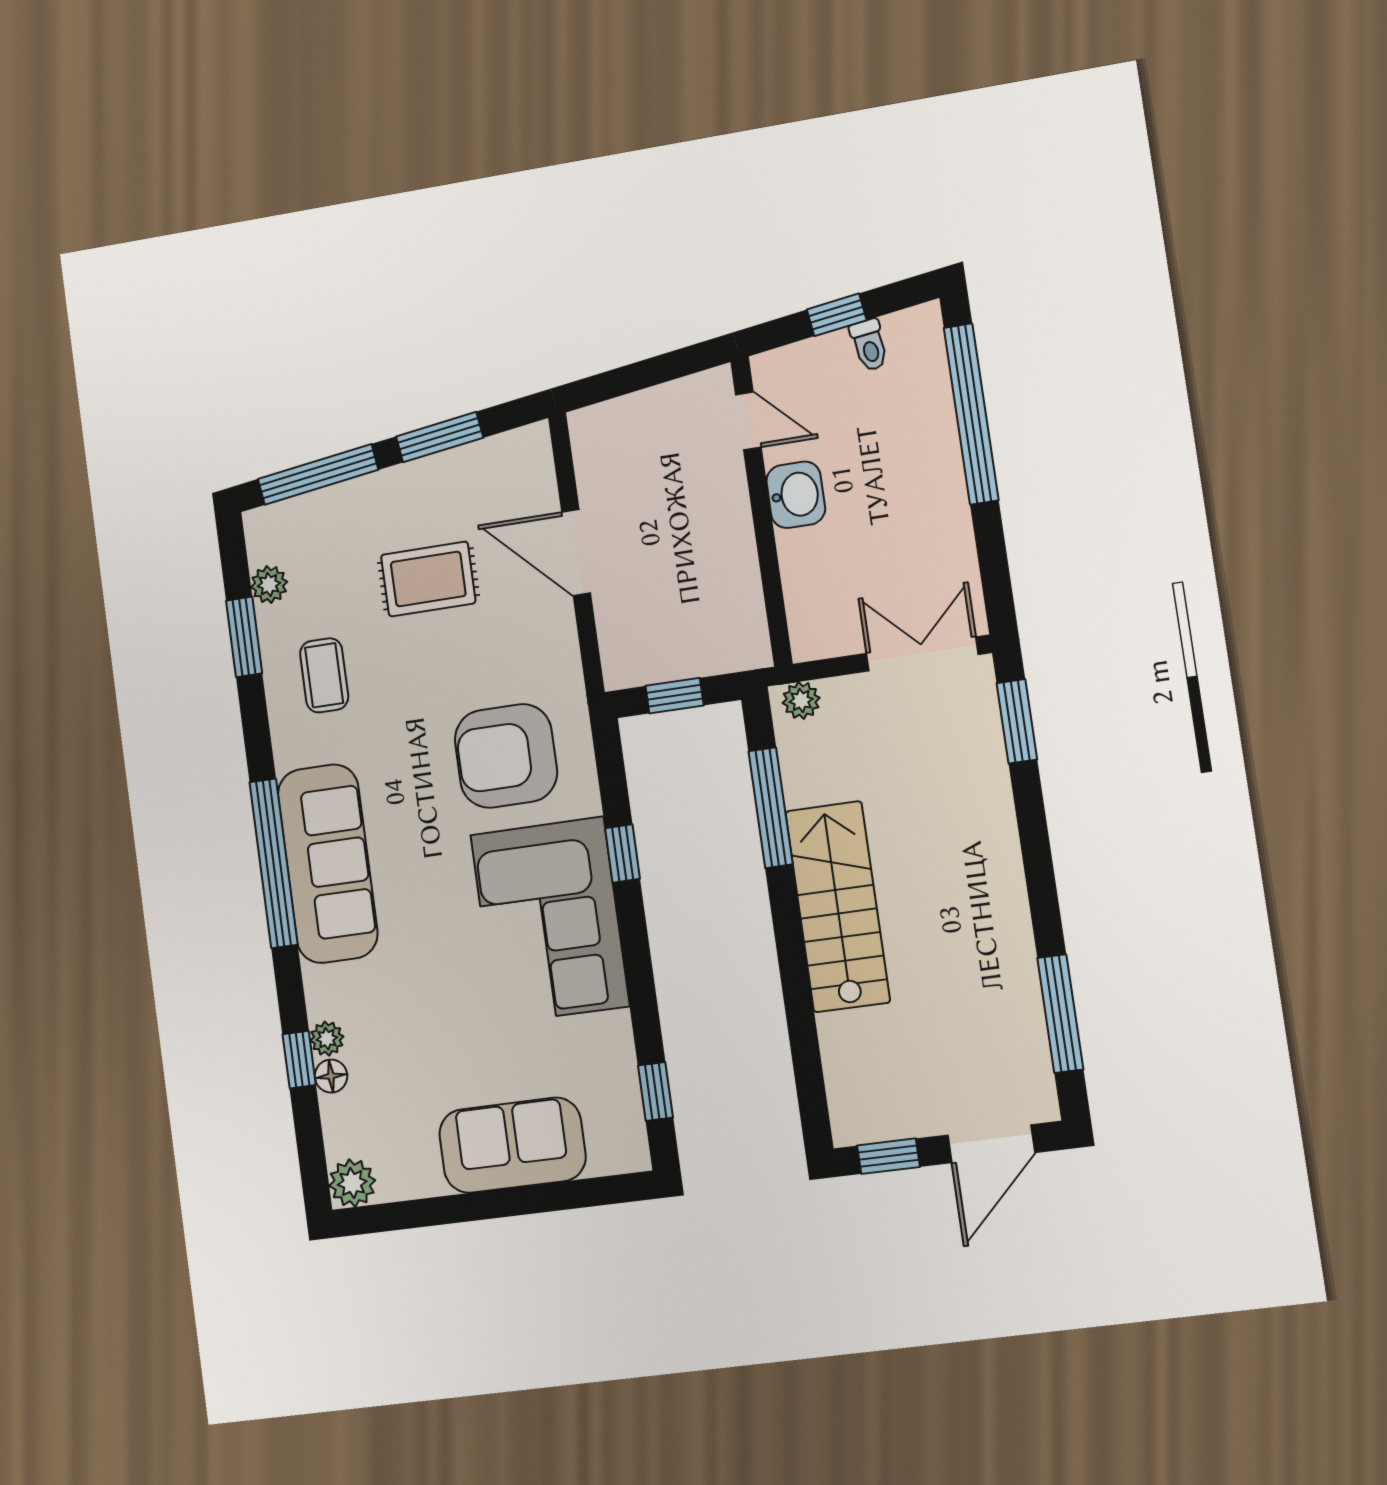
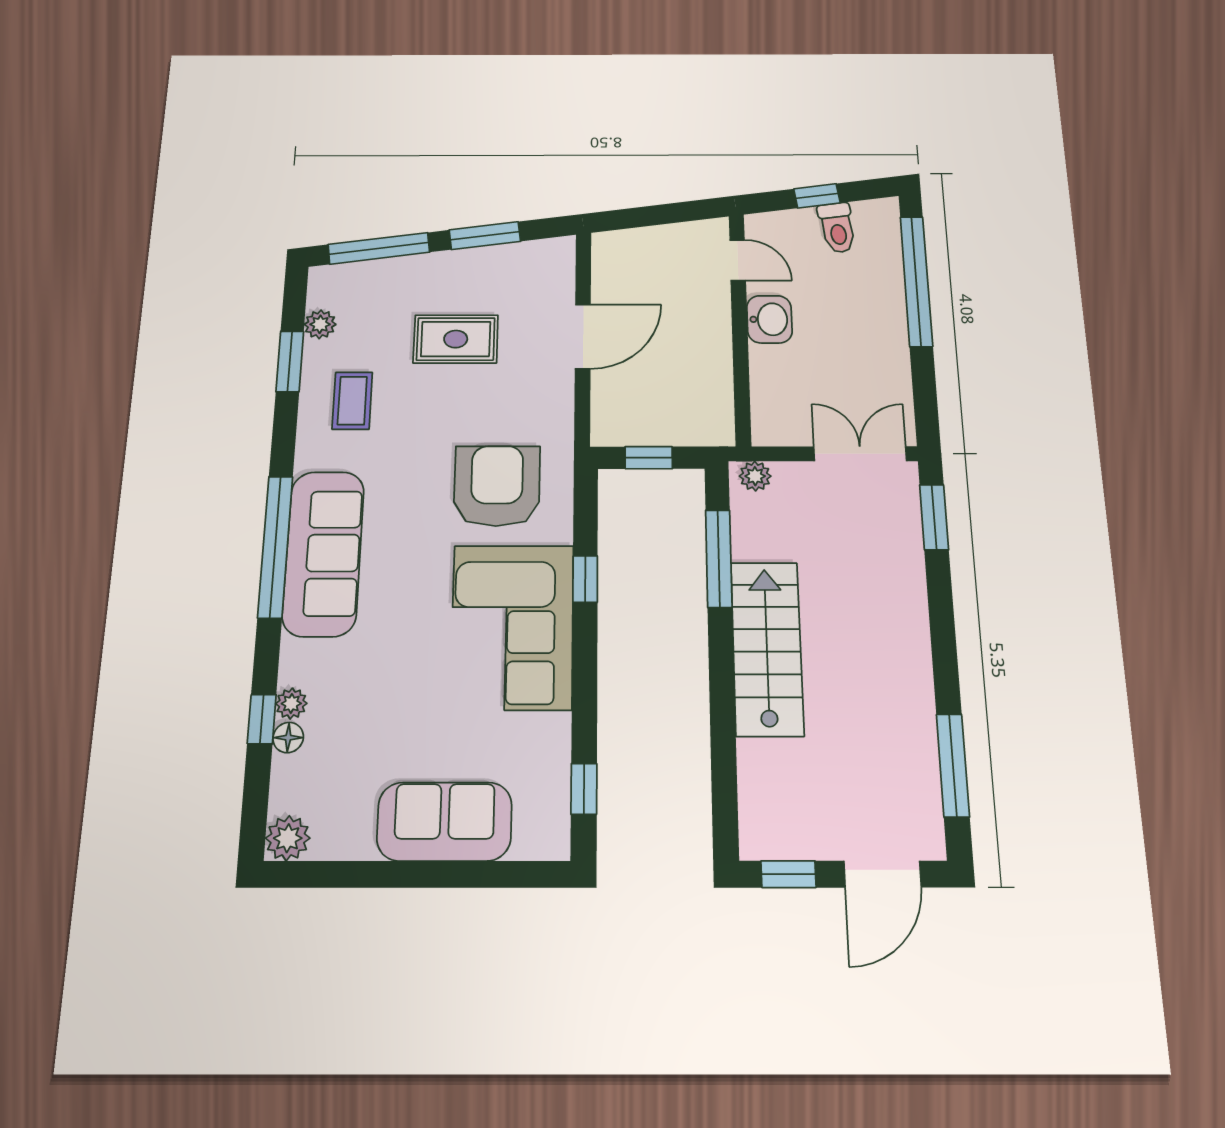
toilet: (869, 345) -> (837, 228), width x1.37, depth x1.39
door: (576, 553) -> (583, 337), swing flipped
armchair: (506, 756) -> (497, 486), turned 90

